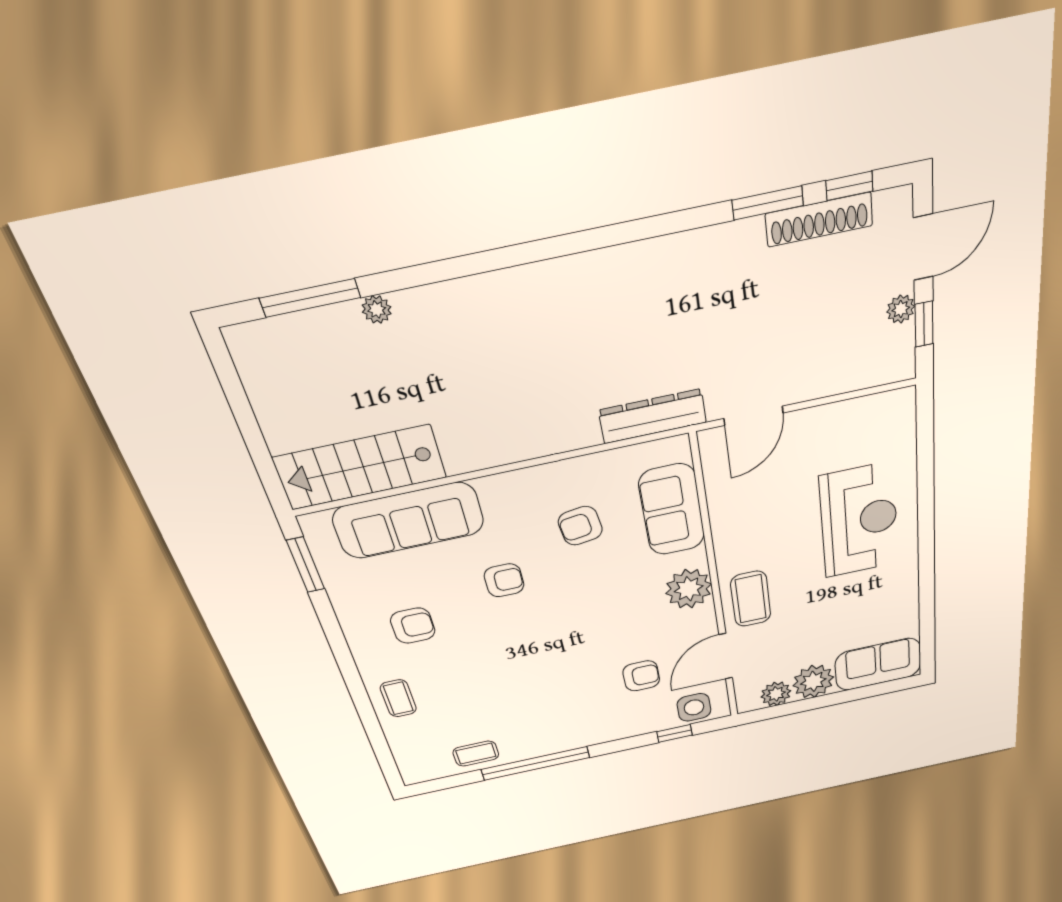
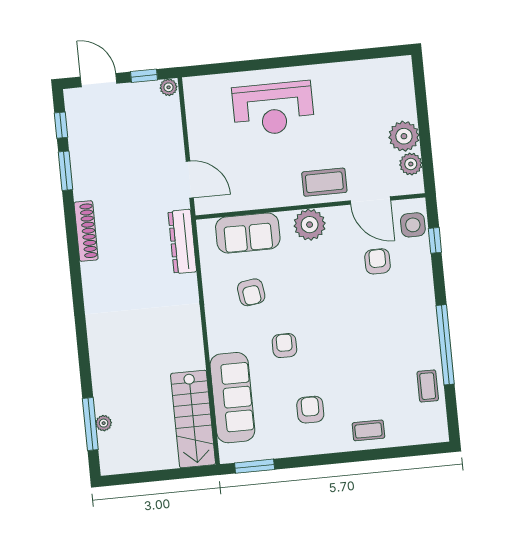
shoe rack: (819, 220) -> (86, 231), moved
plant: (377, 309) -> (104, 423), moved
plant: (901, 309) -> (169, 87), moved
reception desk: (859, 520) -> (273, 109), turned 180
sofa: (878, 664) -> (396, 88), removed

